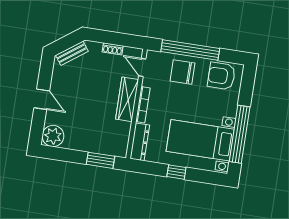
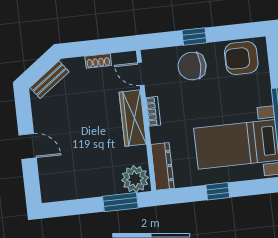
window: (190, 50) -> (194, 36), width x0.32
bookcase: (143, 105) -> (153, 111), width x0.64
plant: (53, 136) -> (135, 179), moved

